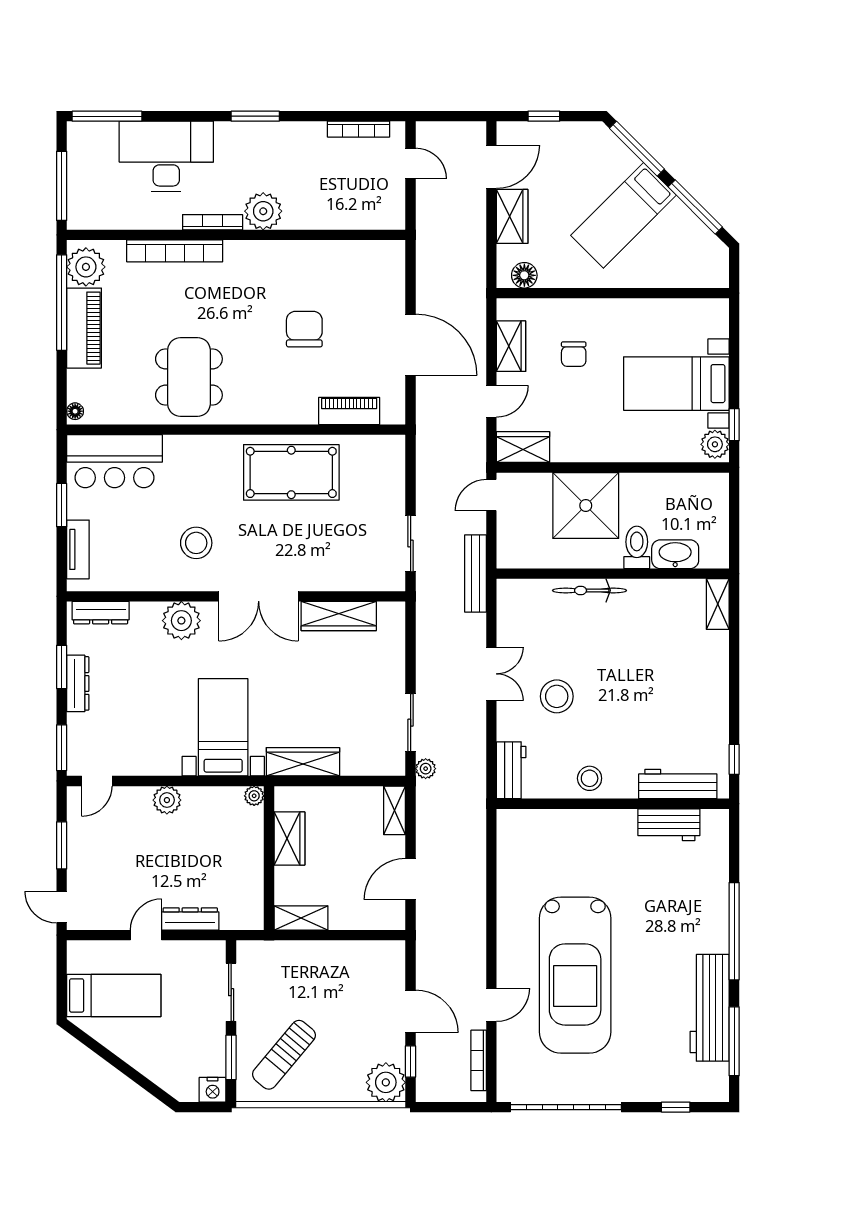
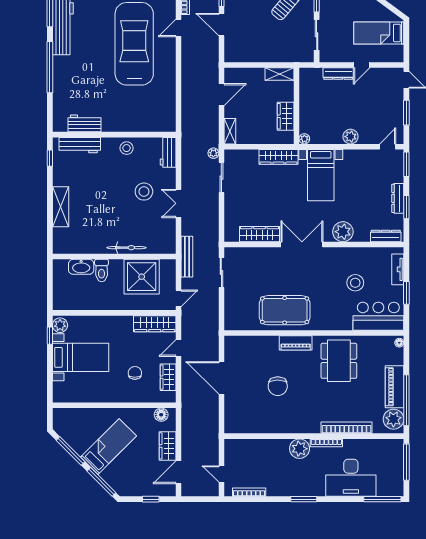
piano: (349, 411) -> (296, 343), moved
wardrobe: (523, 447) -> (155, 324), width x1.50
shower: (586, 506) -> (142, 277), moved
stool: (196, 543) -> (355, 283), moved
shelving: (718, 604) -> (61, 207), moved, width x1.50, depth x1.33

